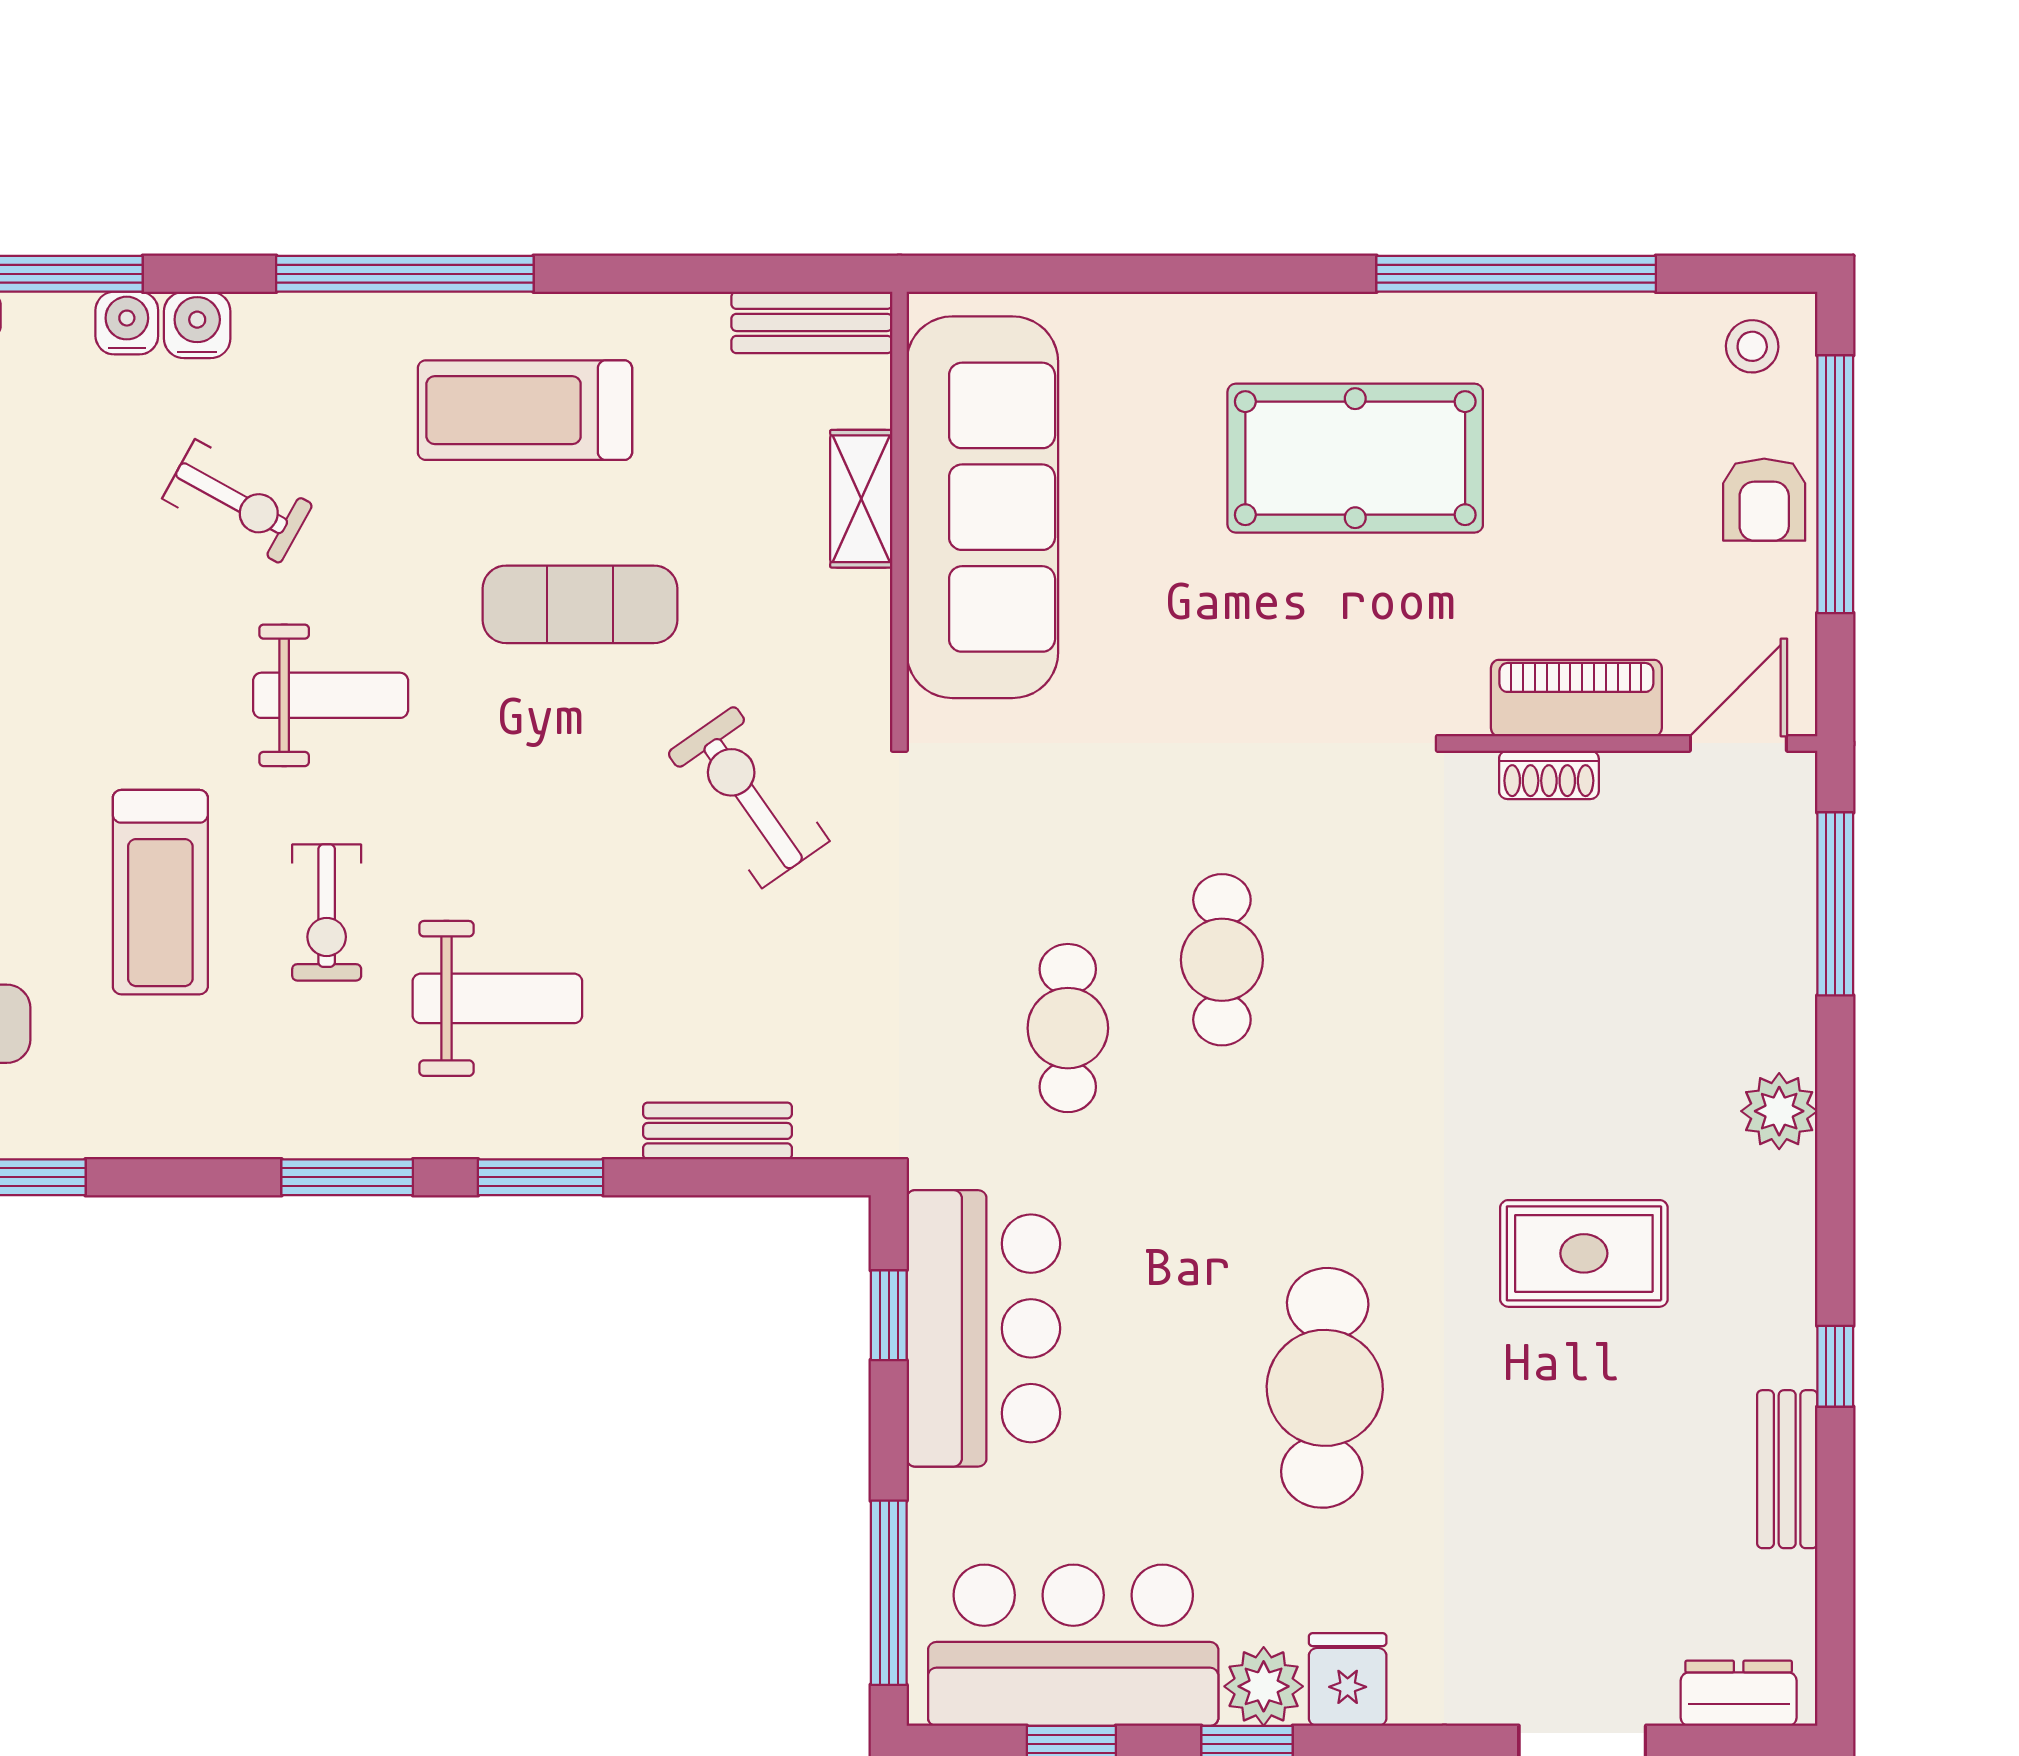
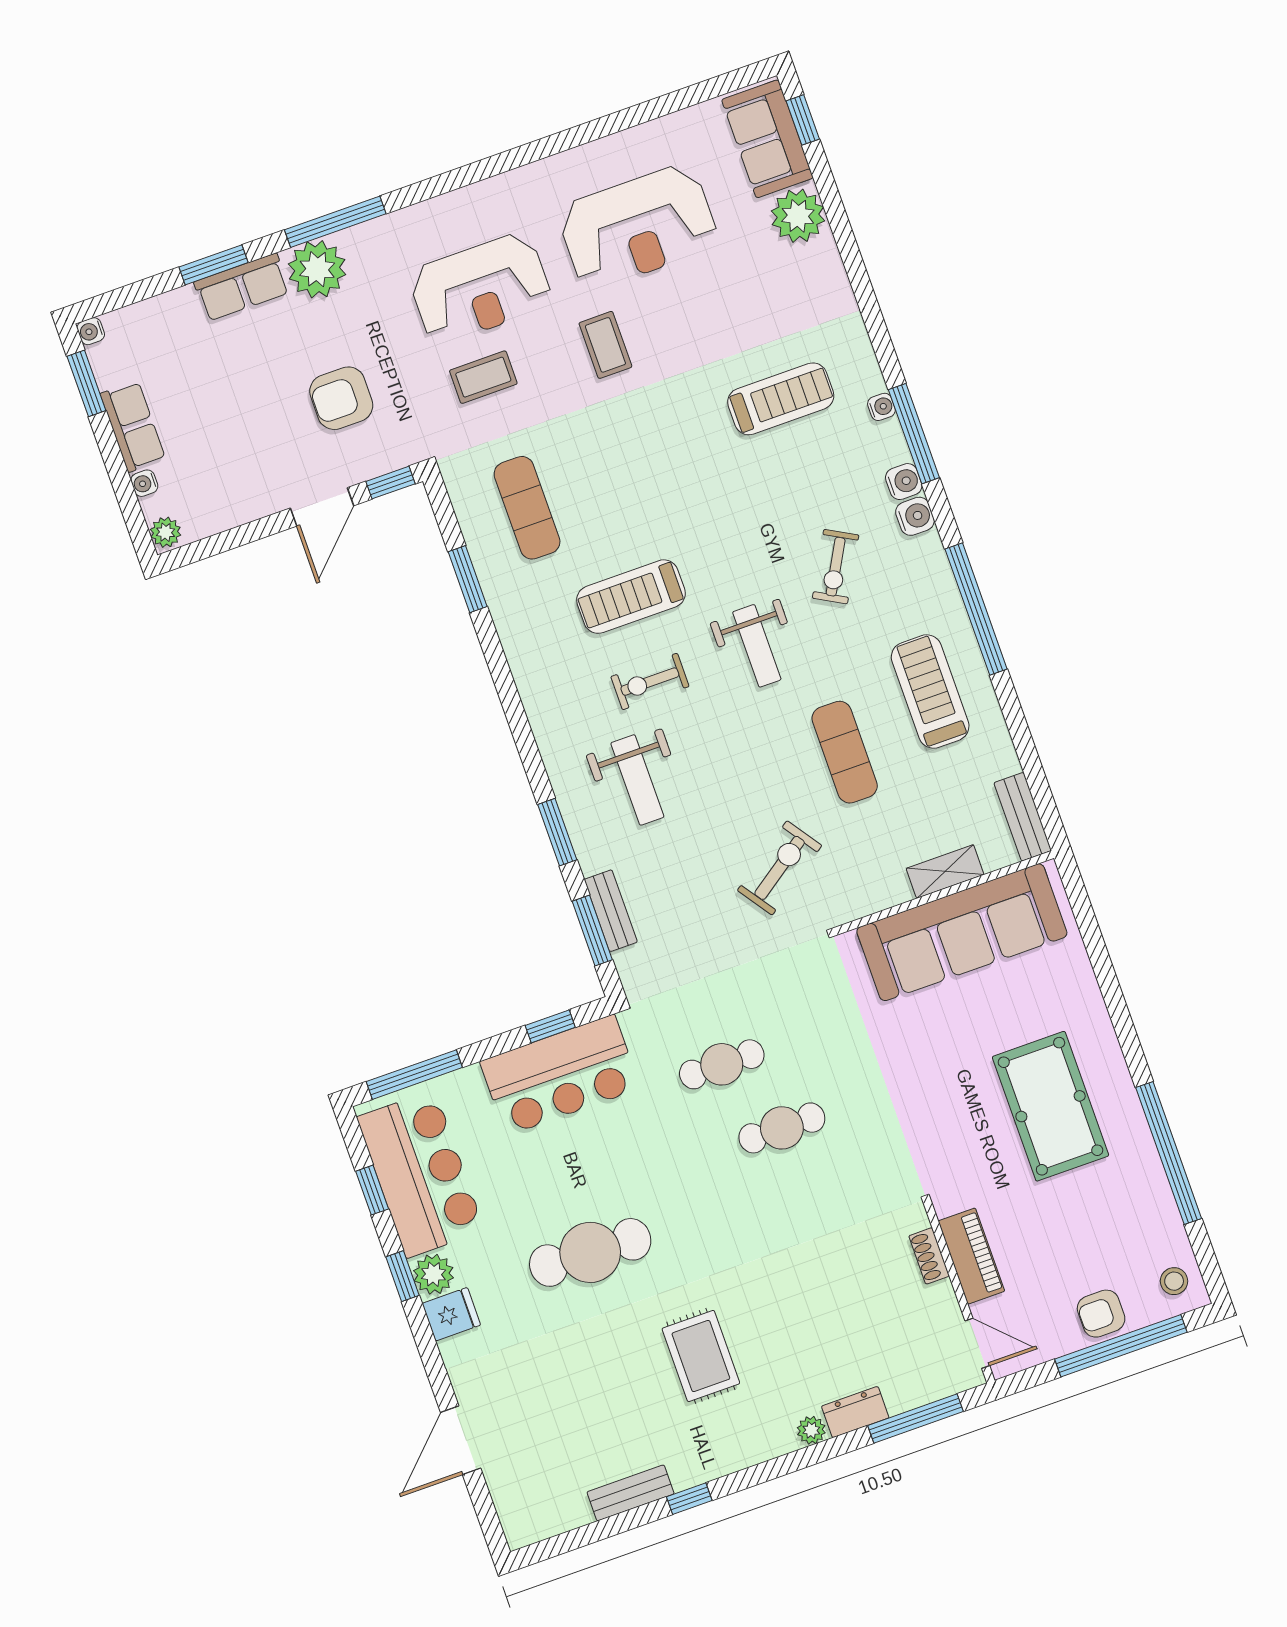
plant: (1779, 1111) -> (811, 1430), width x0.73, depth x0.73
window: (347, 1177) -> (592, 931), moved
dresser: (1739, 1693) -> (855, 1412), moved, turned -90

